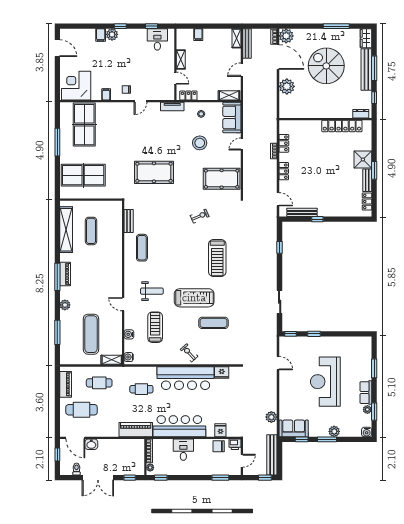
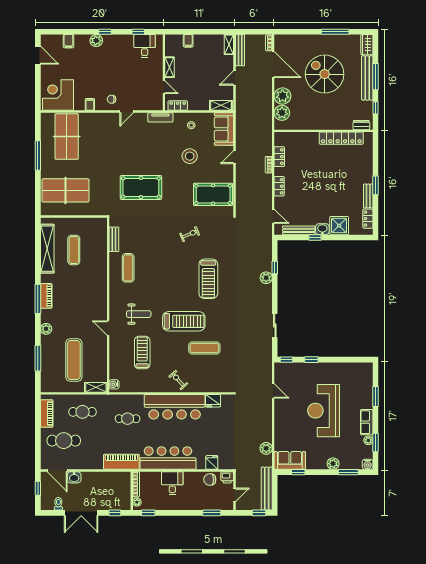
filing cabinet: (101, 35) -> (68, 41), moved
plant: (286, 36) -> (282, 113), moved
shower: (363, 160) -> (339, 226), moved
washbasin: (324, 211) -> (322, 229), added
plant: (271, 257) -> (266, 278), added
water cooler: (129, 334) -> (114, 360), removed
window: (327, 439) -> (348, 472), moved

